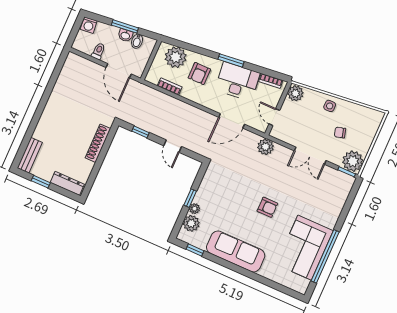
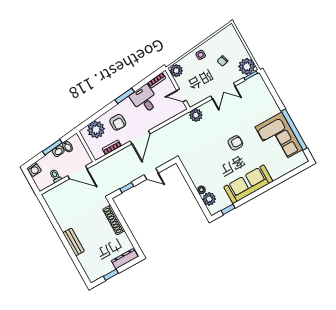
desk: (237, 81) -> (144, 99), width x0.73
door: (232, 121) -> (140, 137), moved
bench: (30, 155) -> (74, 242), moved
window: (190, 198) -> (193, 188), removed

